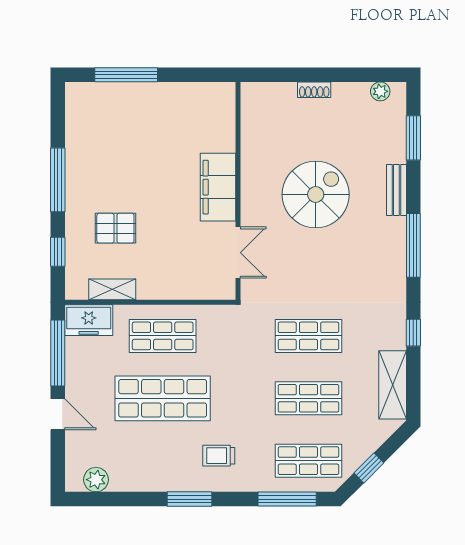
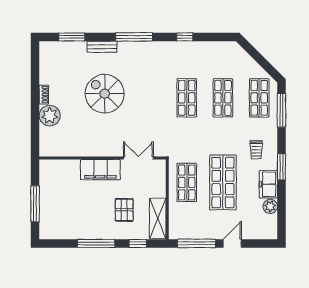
plant: (380, 91) -> (50, 116), moved, width x1.87, depth x1.87
filing cabinet: (218, 187) -> (100, 170), moved
wall: (238, 191) -> (103, 158), moved
double door: (238, 253) -> (138, 158), moved
shelving: (112, 289) -> (158, 218), width x1.50, depth x1.33
freezer: (89, 320) -> (268, 184), moved, turned 180
shelving: (393, 385) -> (215, 49), removed
window: (369, 468) -> (263, 63), removed
plant: (96, 480) -> (270, 206), moved

